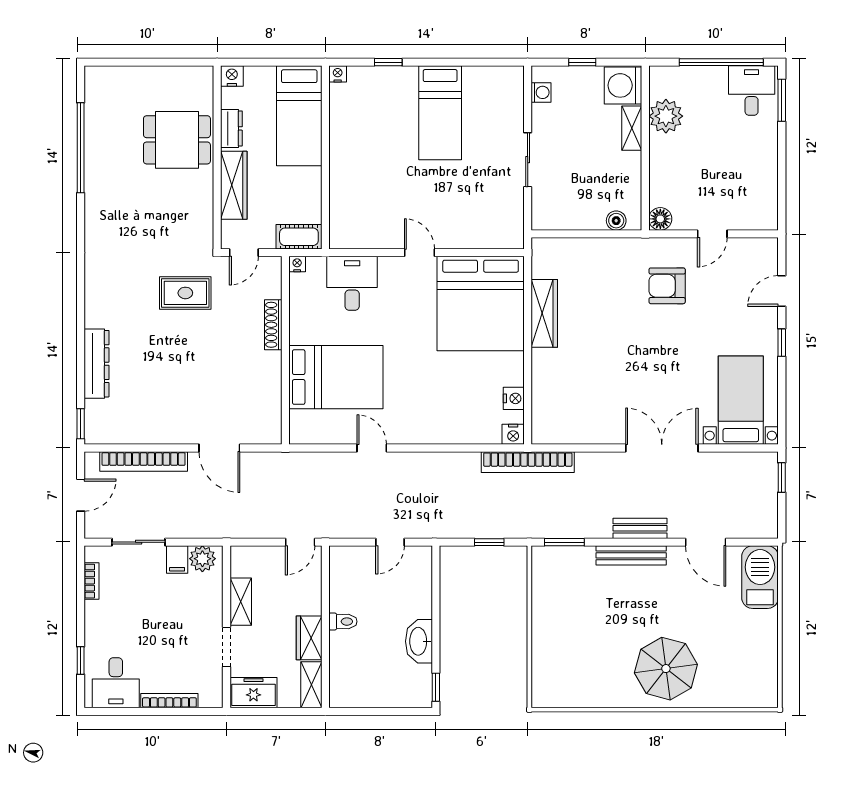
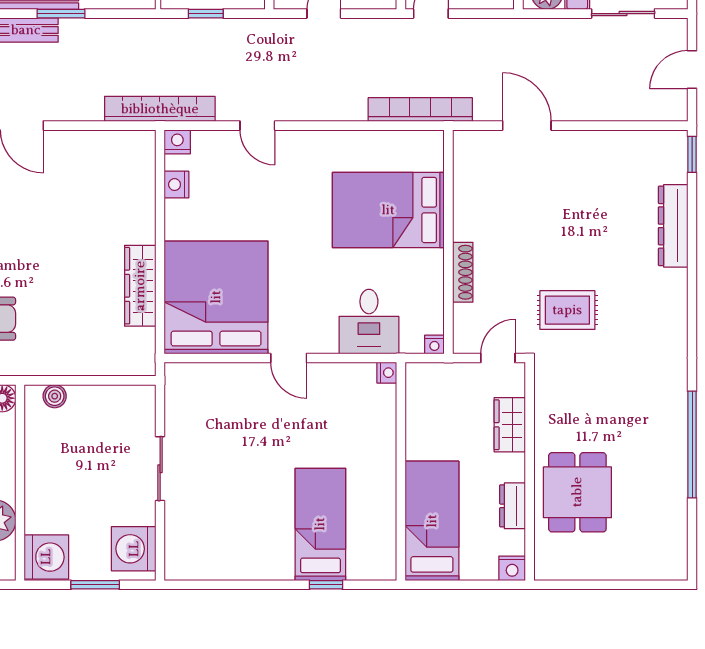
window: (582, 62) -> (95, 585), width x1.50
nightstand: (338, 74) -> (387, 373), moved, turned -90
washing machine: (541, 92) -> (134, 549), width x1.89, depth x1.89
bed: (440, 113) -> (320, 524), moved
shelving: (632, 128) -> (36, 506), removed
dining table: (177, 140) -> (577, 492), turned 90
window: (81, 148) -> (692, 445), moved
wardrobe: (234, 185) -> (510, 425), width x0.67
cot: (299, 237) -> (432, 377), removed
door: (372, 448) -> (257, 126), moved
bookcase: (144, 461) -> (420, 110), moved
window: (564, 542) -> (61, 14), moved

